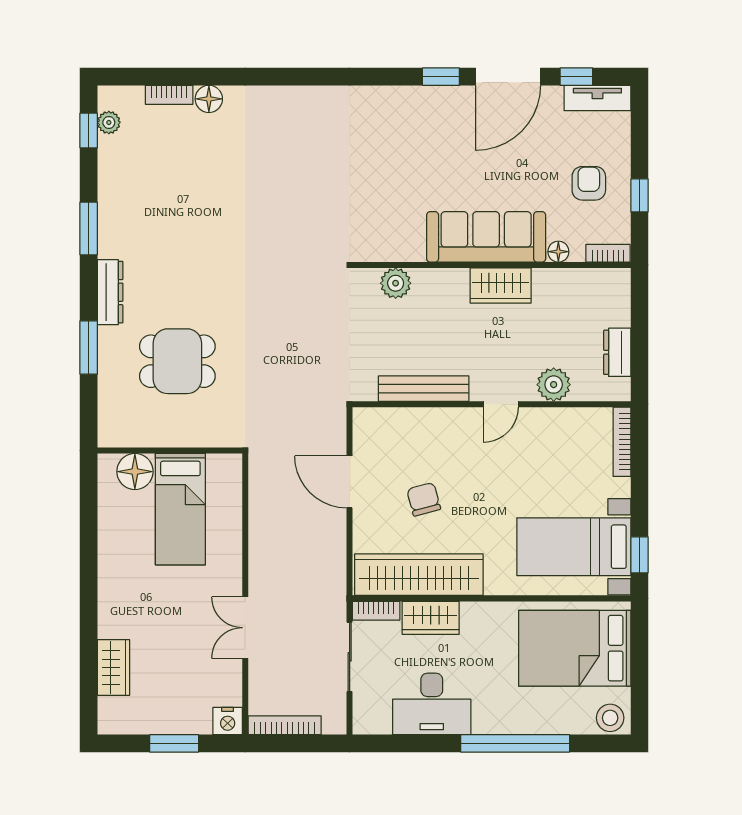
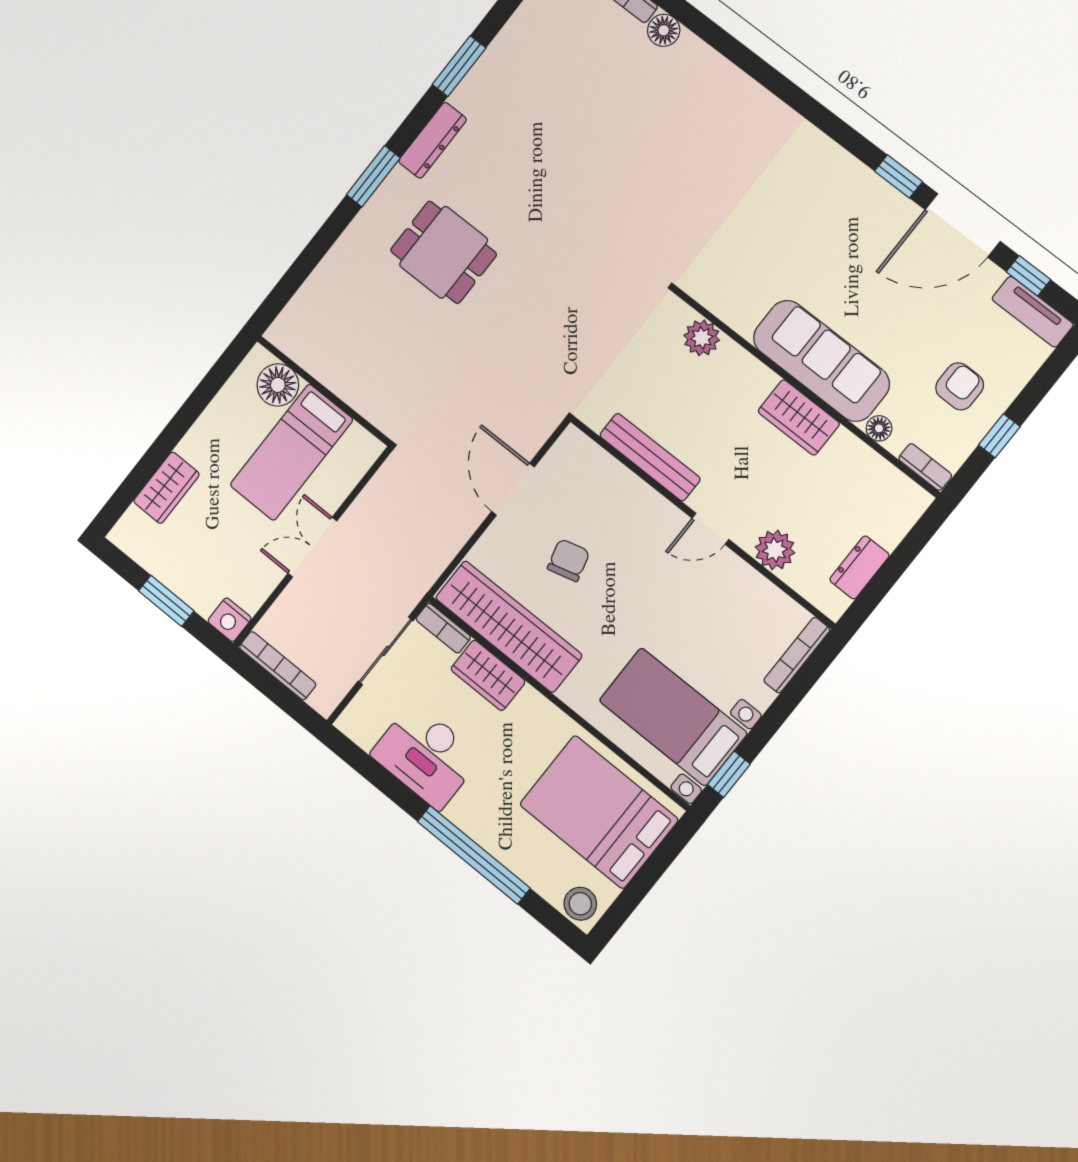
wall: (170, 451) -> (324, 391), moved
floor lamp: (135, 472) -> (278, 385), moved
bed: (180, 509) -> (292, 452), moved

